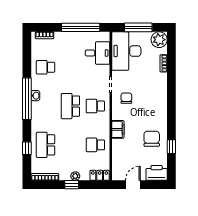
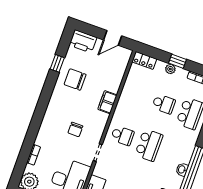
chair: (126, 98) -> (75, 129), moved
chair: (152, 139) -> (75, 79), turned 90
school desk: (95, 145) -> (164, 104), moved

